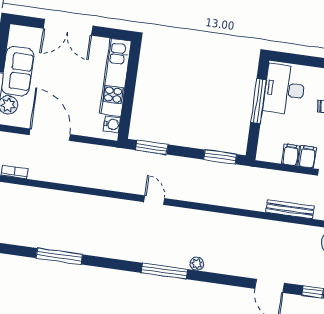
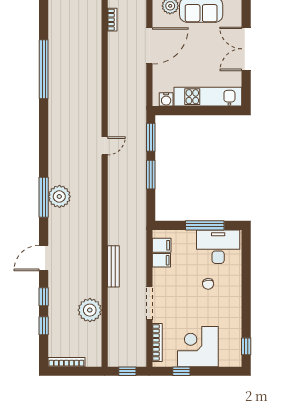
window: (220, 157) -> (151, 175), moved
filing cabinet: (307, 157) -> (162, 245), moved
window: (59, 256) -> (44, 69), width x1.46
plant: (197, 264) -> (59, 196), width x1.88, depth x1.88
window: (164, 271) -> (44, 197), moved

